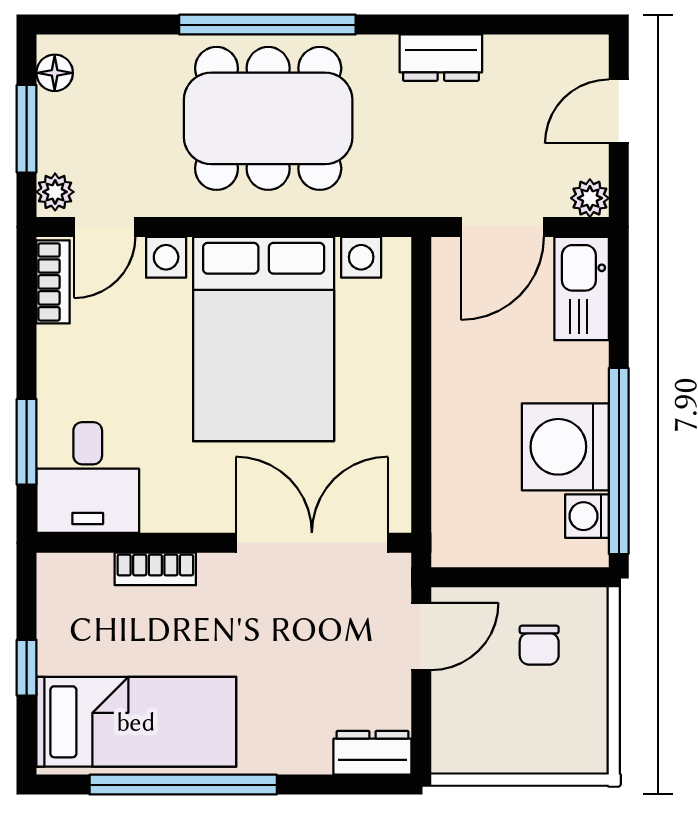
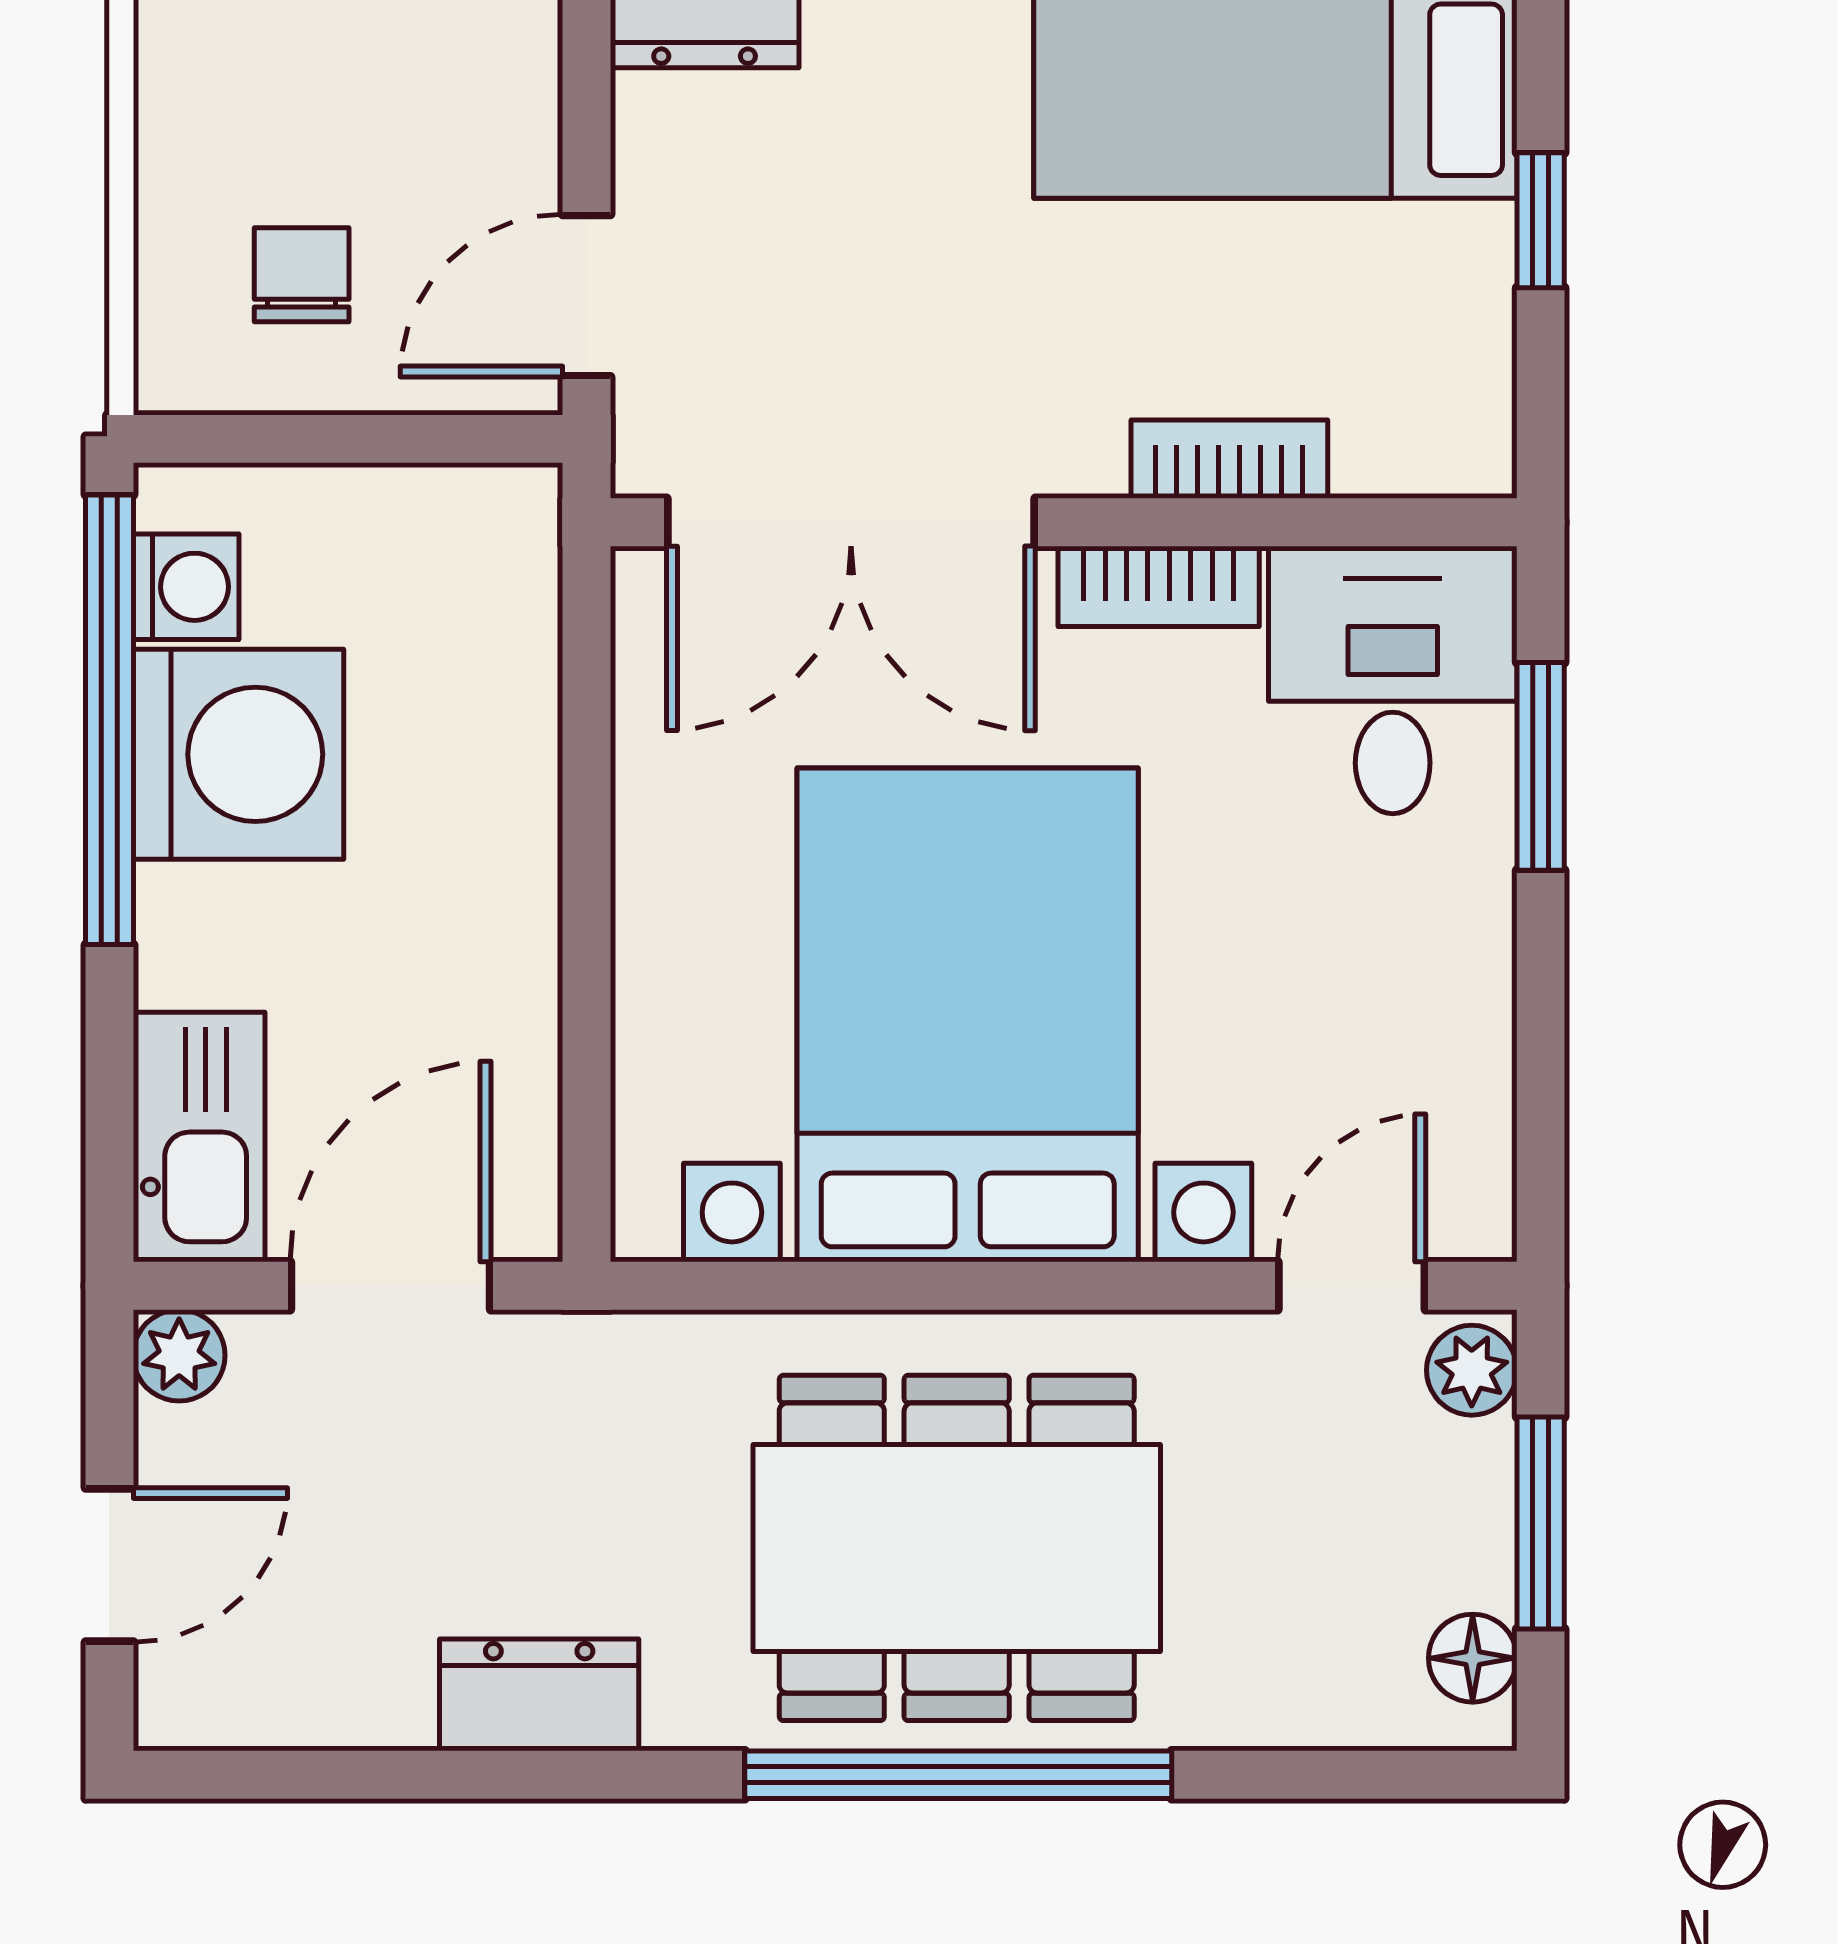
bookcase: (53, 282) -> (1159, 586), moved, turned -90

